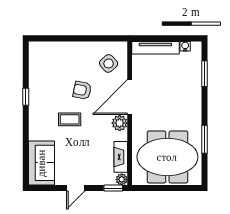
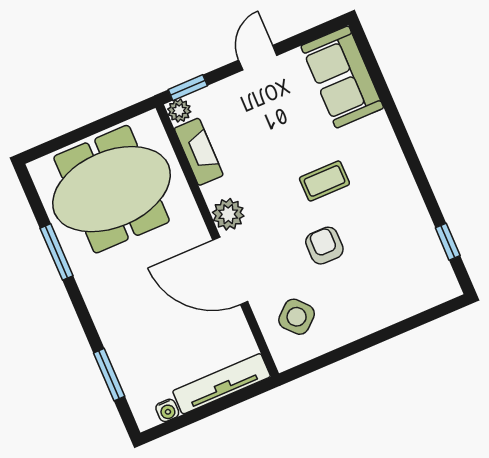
armchair: (82, 90) -> (324, 246), turned -101
window: (26, 97) -> (448, 242), moved
door: (130, 97) -> (230, 271), swing flipped

